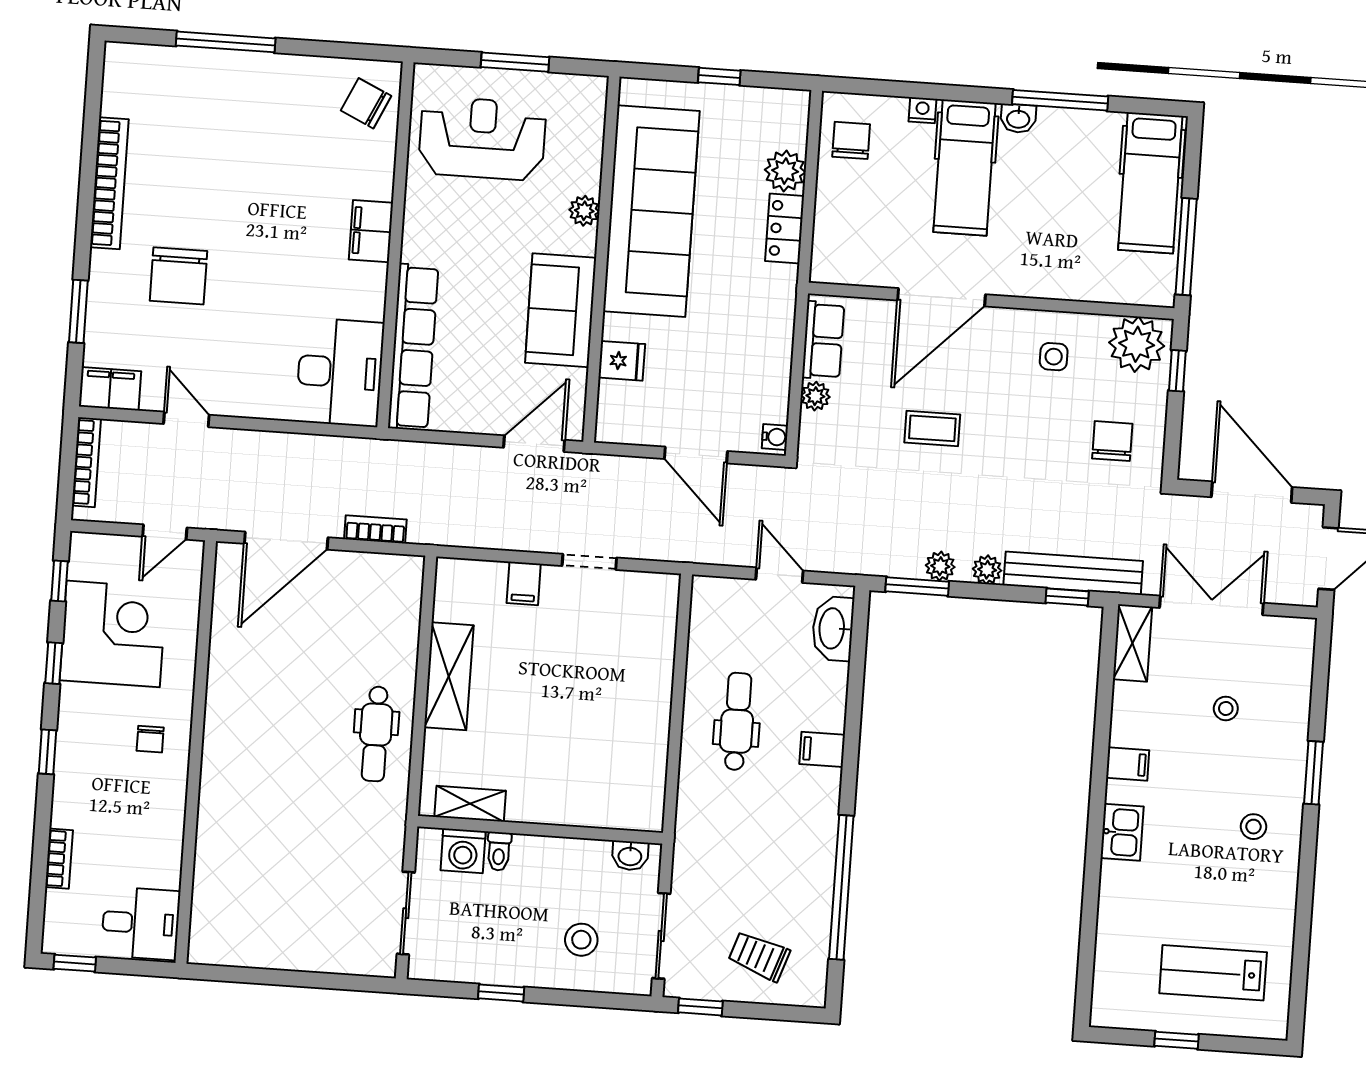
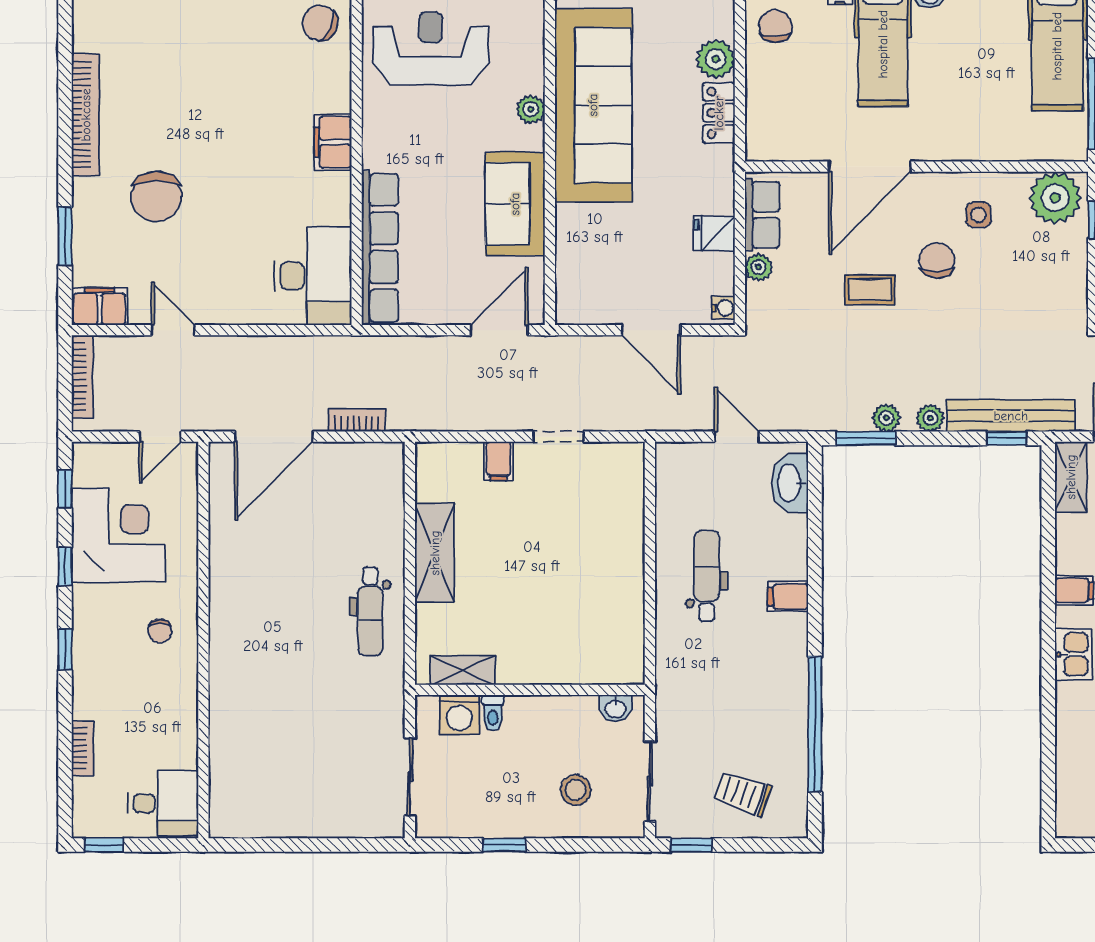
fridge: (622, 361) -> (714, 234), moved, turned 180
chair: (1112, 441) -> (937, 260), moved

